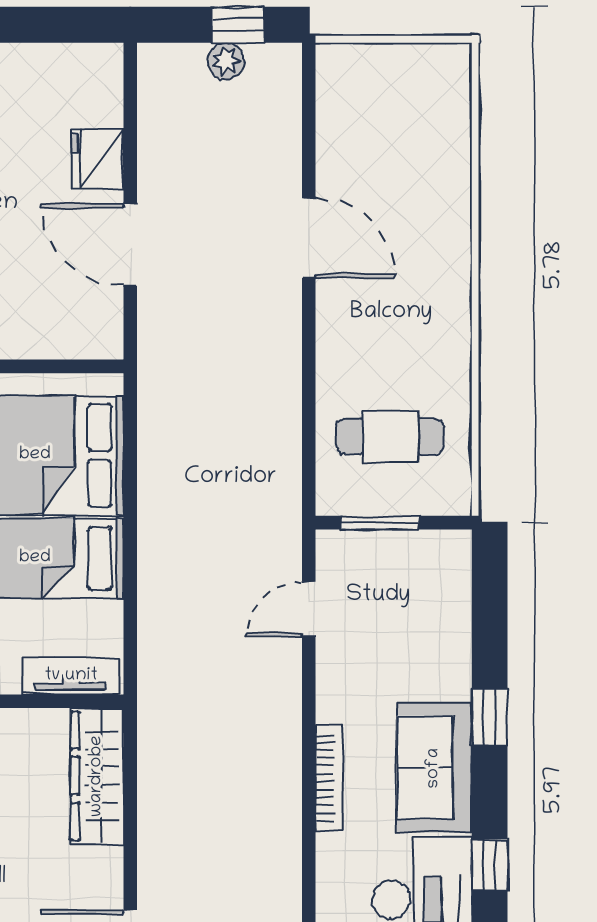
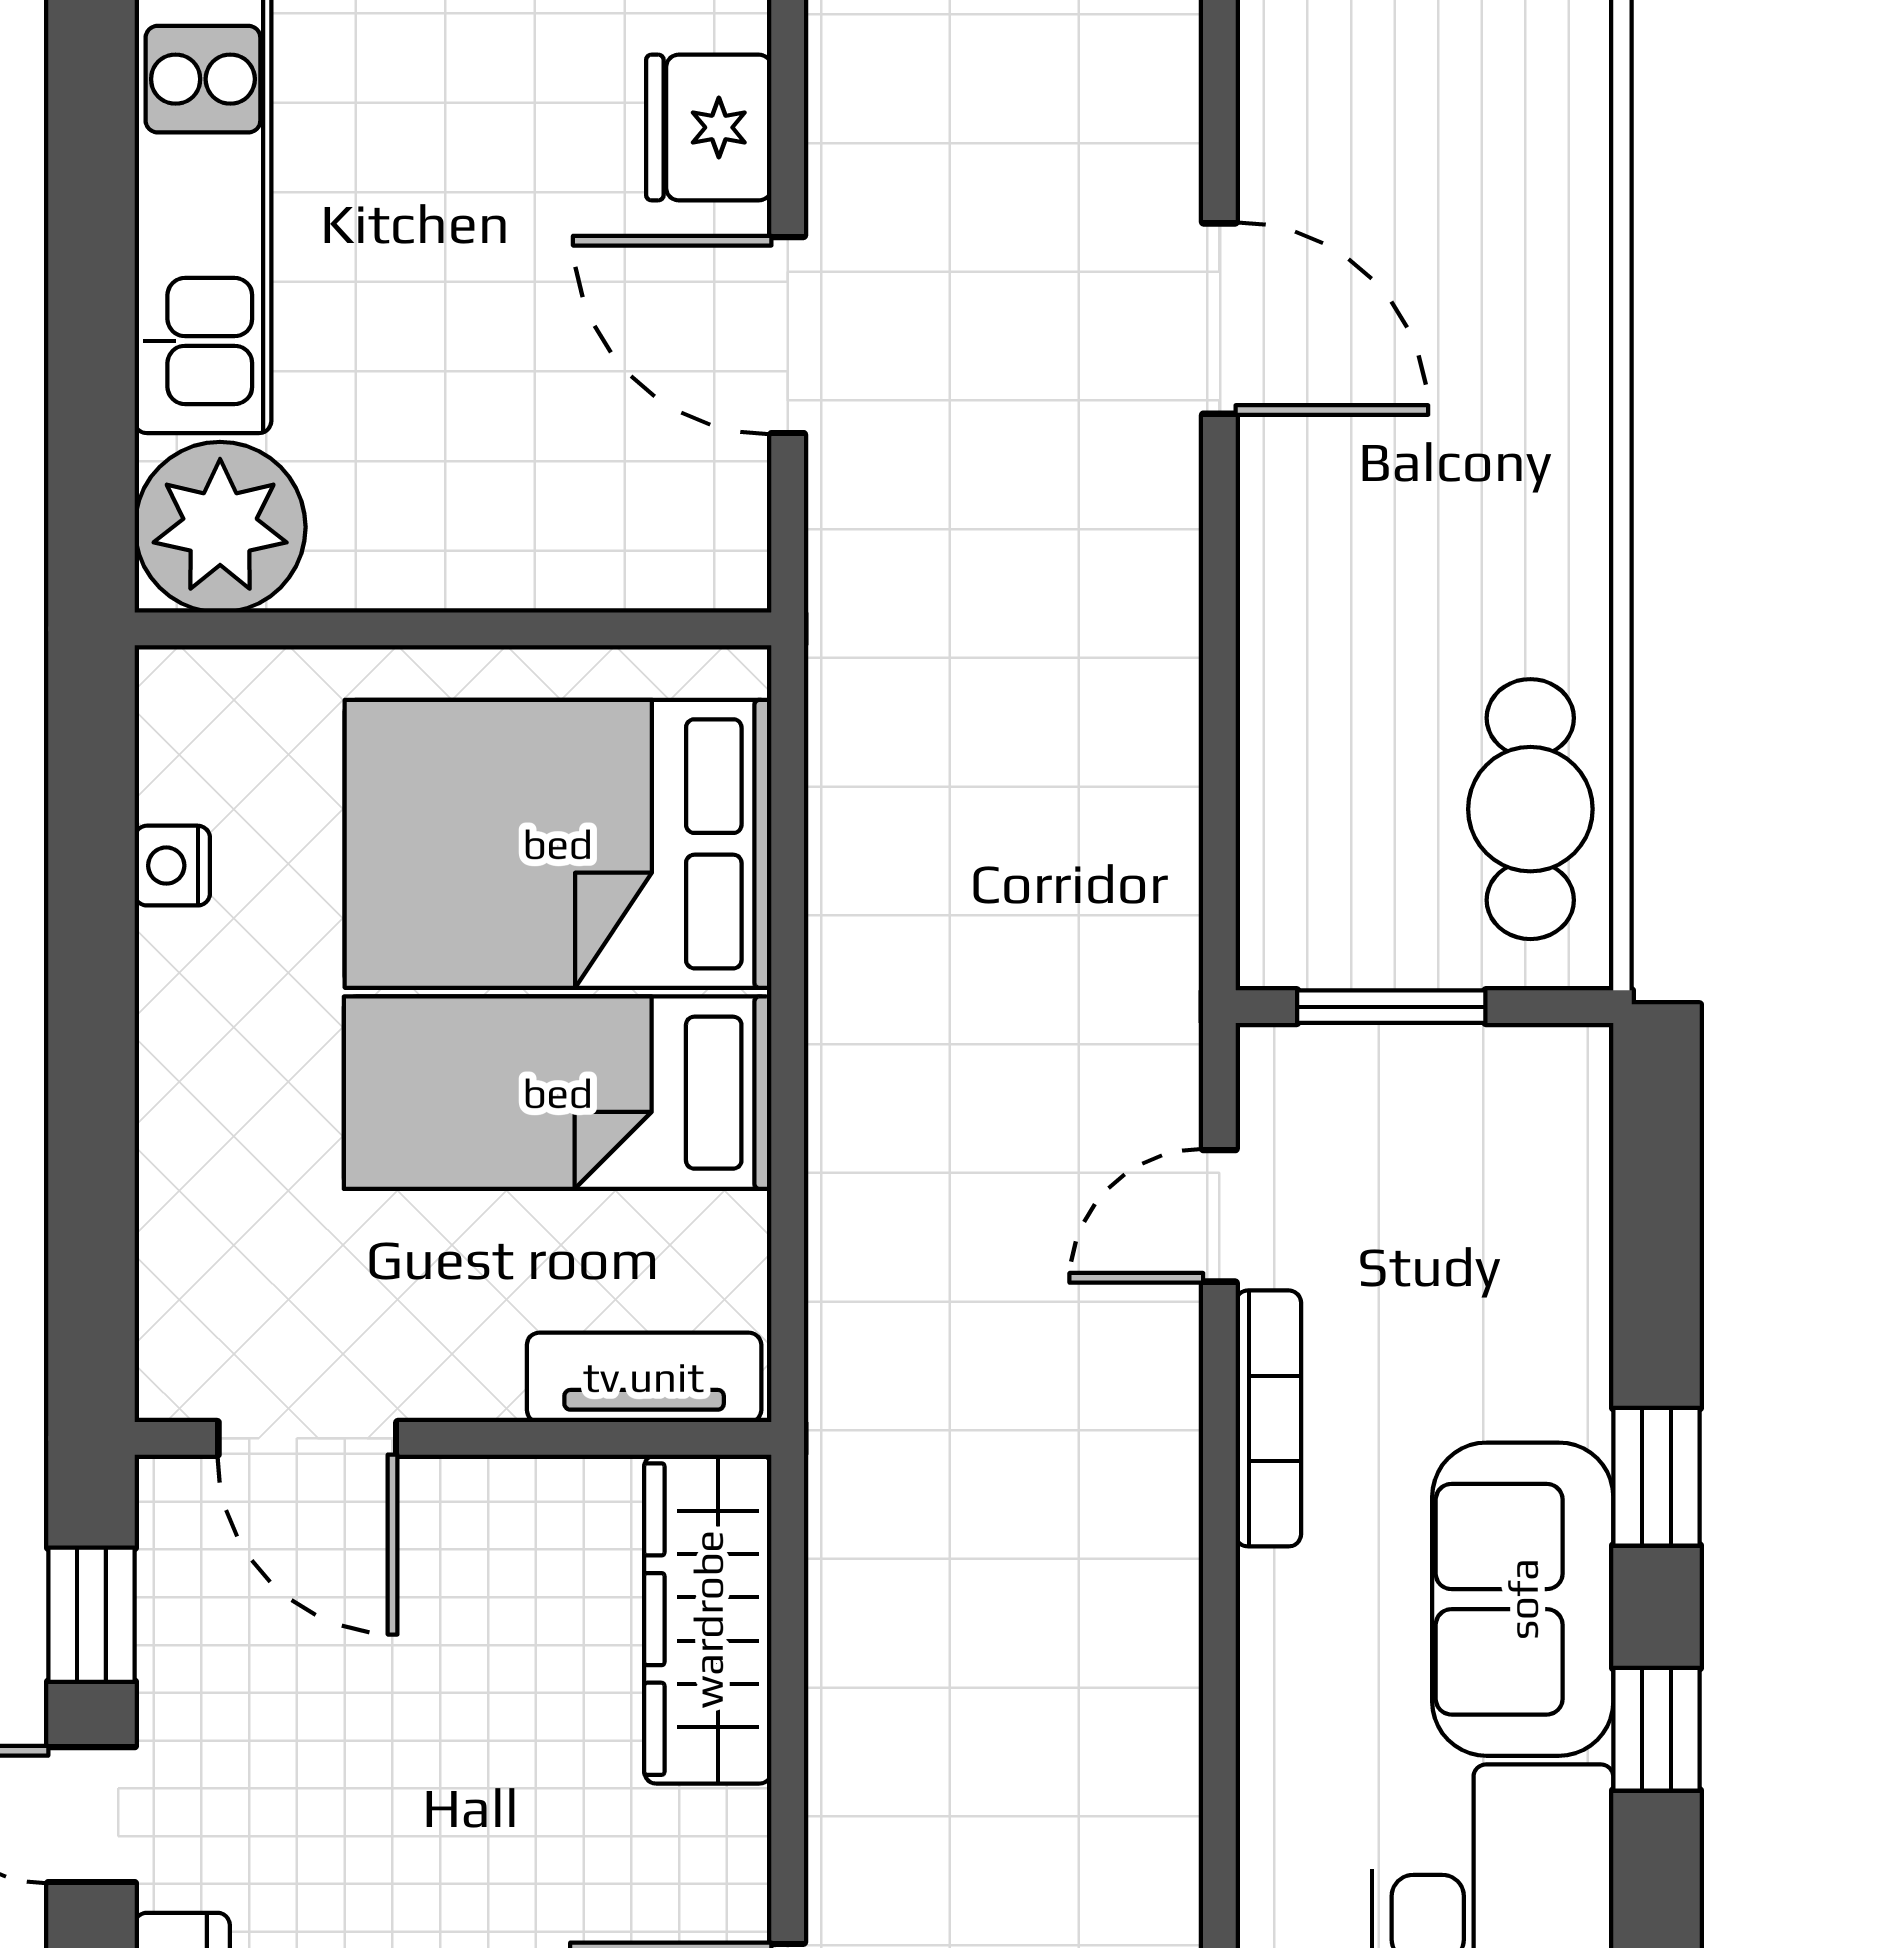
cafe table: (390, 436) -> (1530, 809), moved, turned 90
bookcase: (329, 778) -> (1268, 1418), moved
window: (490, 865) -> (1656, 1729), moved

